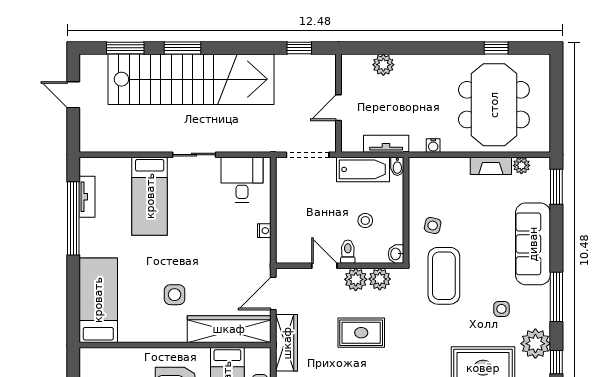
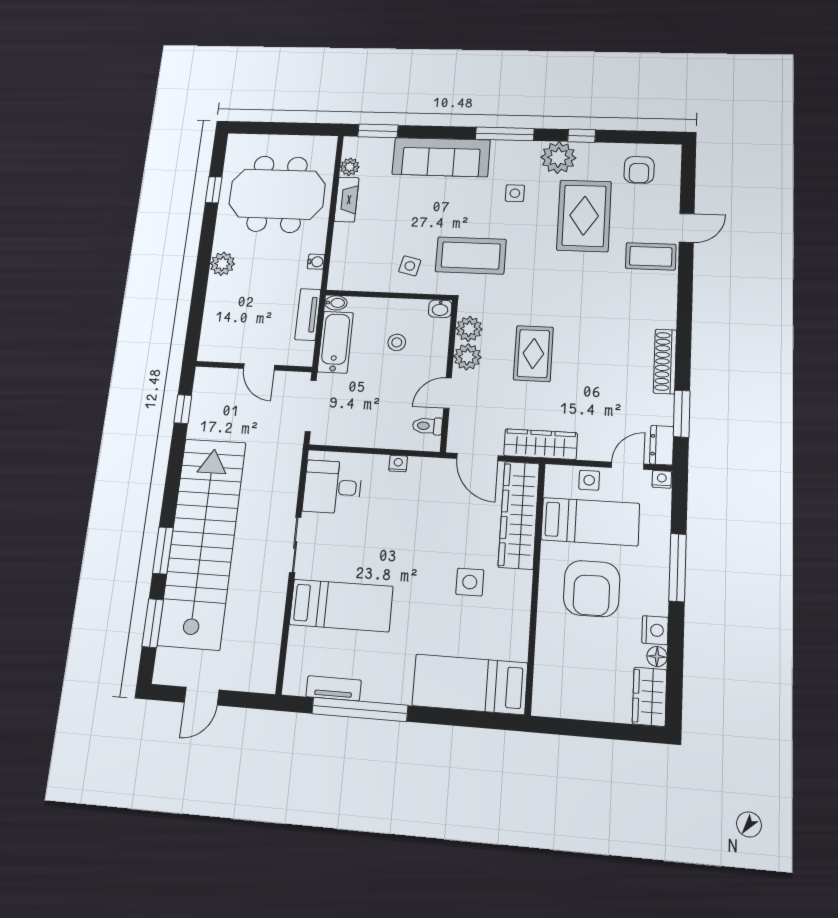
plant: (383, 65) -> (222, 264), moved
toilet: (348, 252) -> (427, 426), moved

